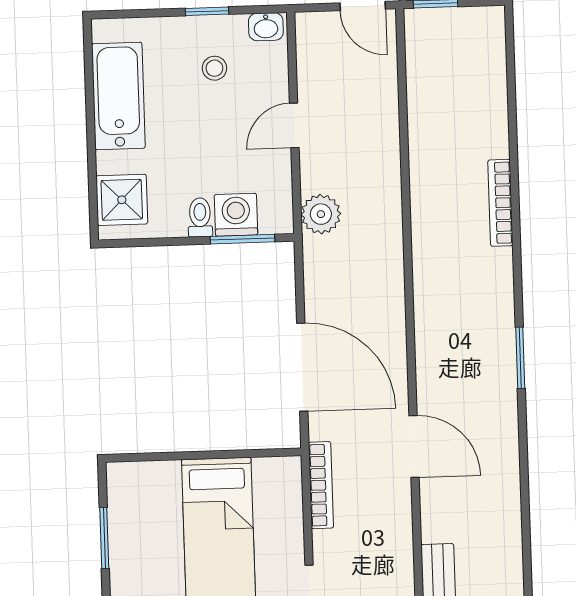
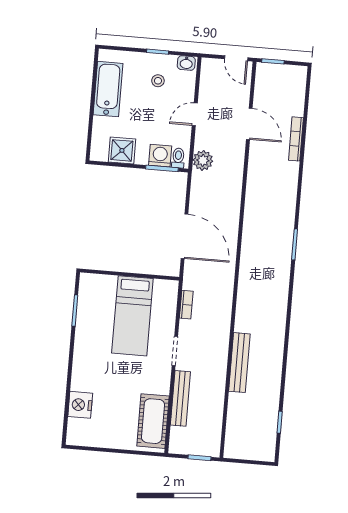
shower: (122, 200) -> (122, 150), moved
bookcase: (500, 203) -> (296, 139), moved
toilet: (200, 217) -> (178, 158), moved
door: (414, 447) -> (249, 124), moved
bookcase: (321, 485) -> (186, 305), width x0.64

